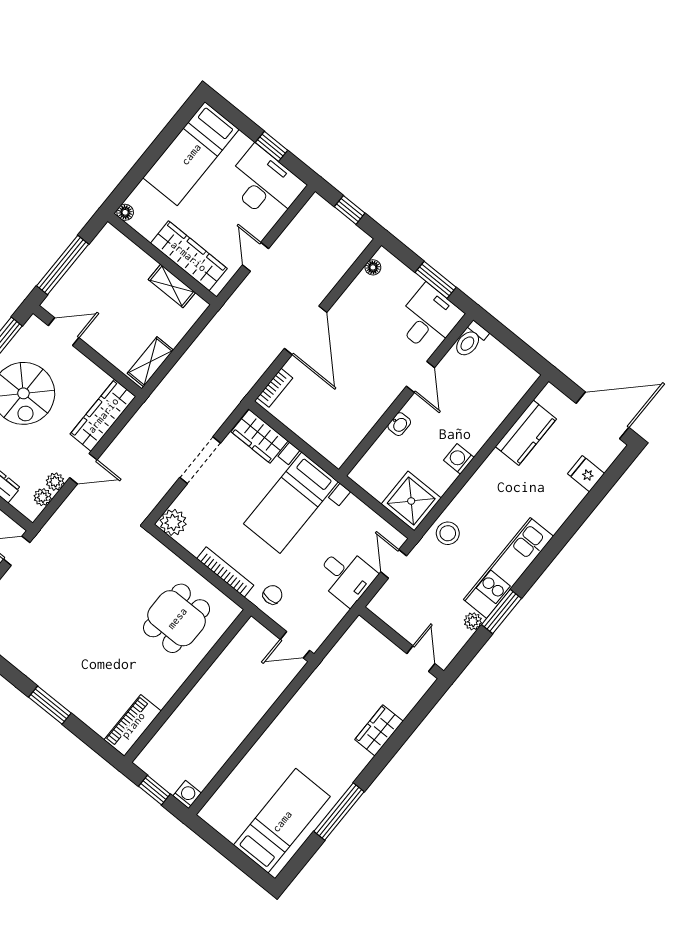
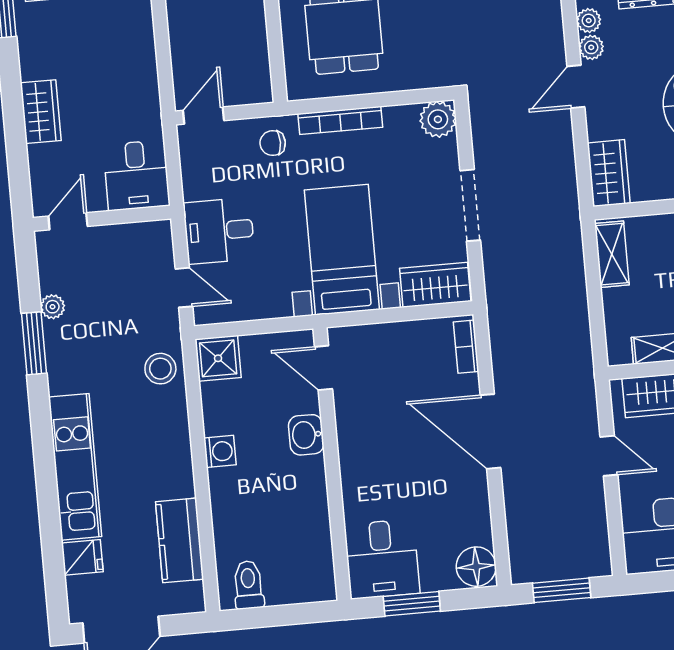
window: (350, 210) -> (562, 590), width x1.50
floor lamp: (373, 267) -> (476, 567), width x1.89, depth x1.89
toilet: (470, 340) -> (248, 585), moved
door: (421, 377) -> (323, 368), moved
wardrobe: (103, 415) -> (609, 173), width x0.67
washbasin: (399, 424) -> (306, 435), width x1.38, depth x1.45
shower: (411, 501) -> (218, 358), width x0.73, depth x0.73
kitchen unit: (509, 568) -> (75, 467), moved
chair: (273, 595) -> (273, 143), turned 90
desk: (361, 648) -> (136, 175), added
door: (421, 659) -> (68, 221), swing flipped

